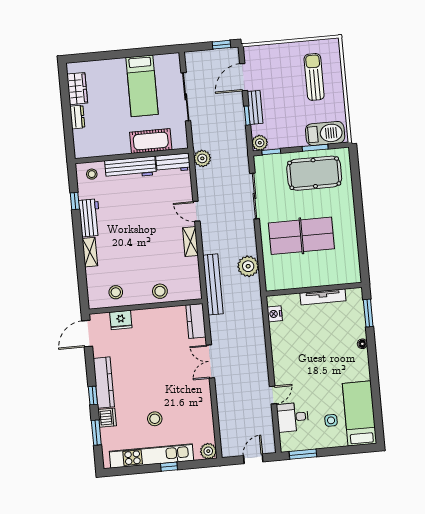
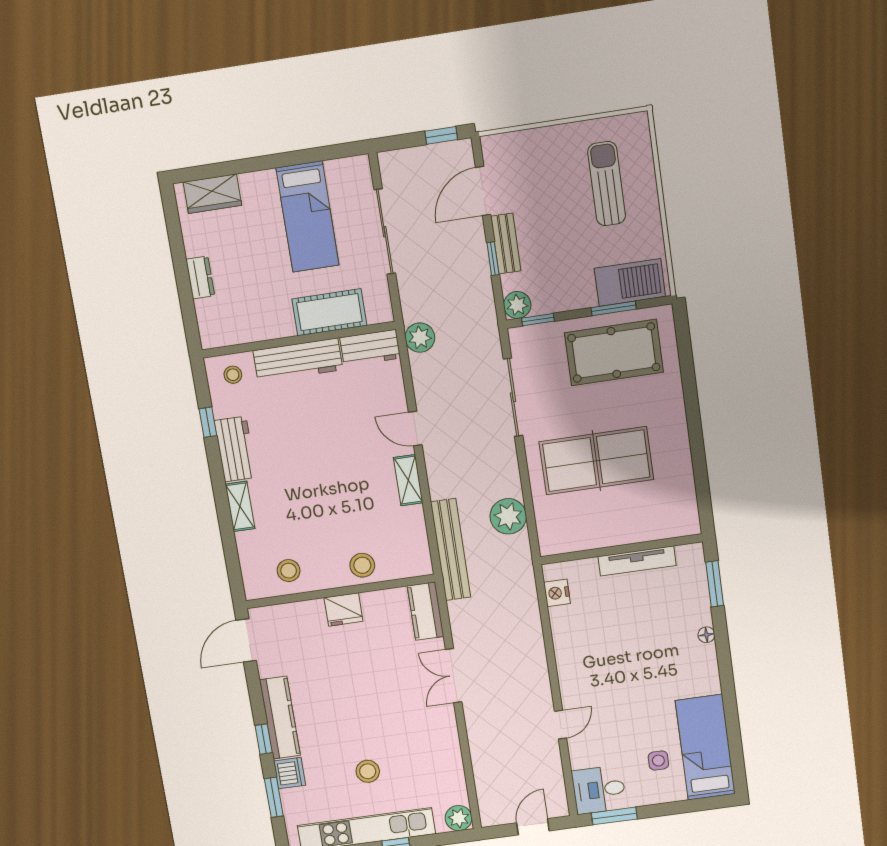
wardrobe: (77, 89) -> (212, 194), moved, turned 90
fridge: (121, 320) -> (344, 609), moved
desk: (293, 417) -> (599, 790), moved

